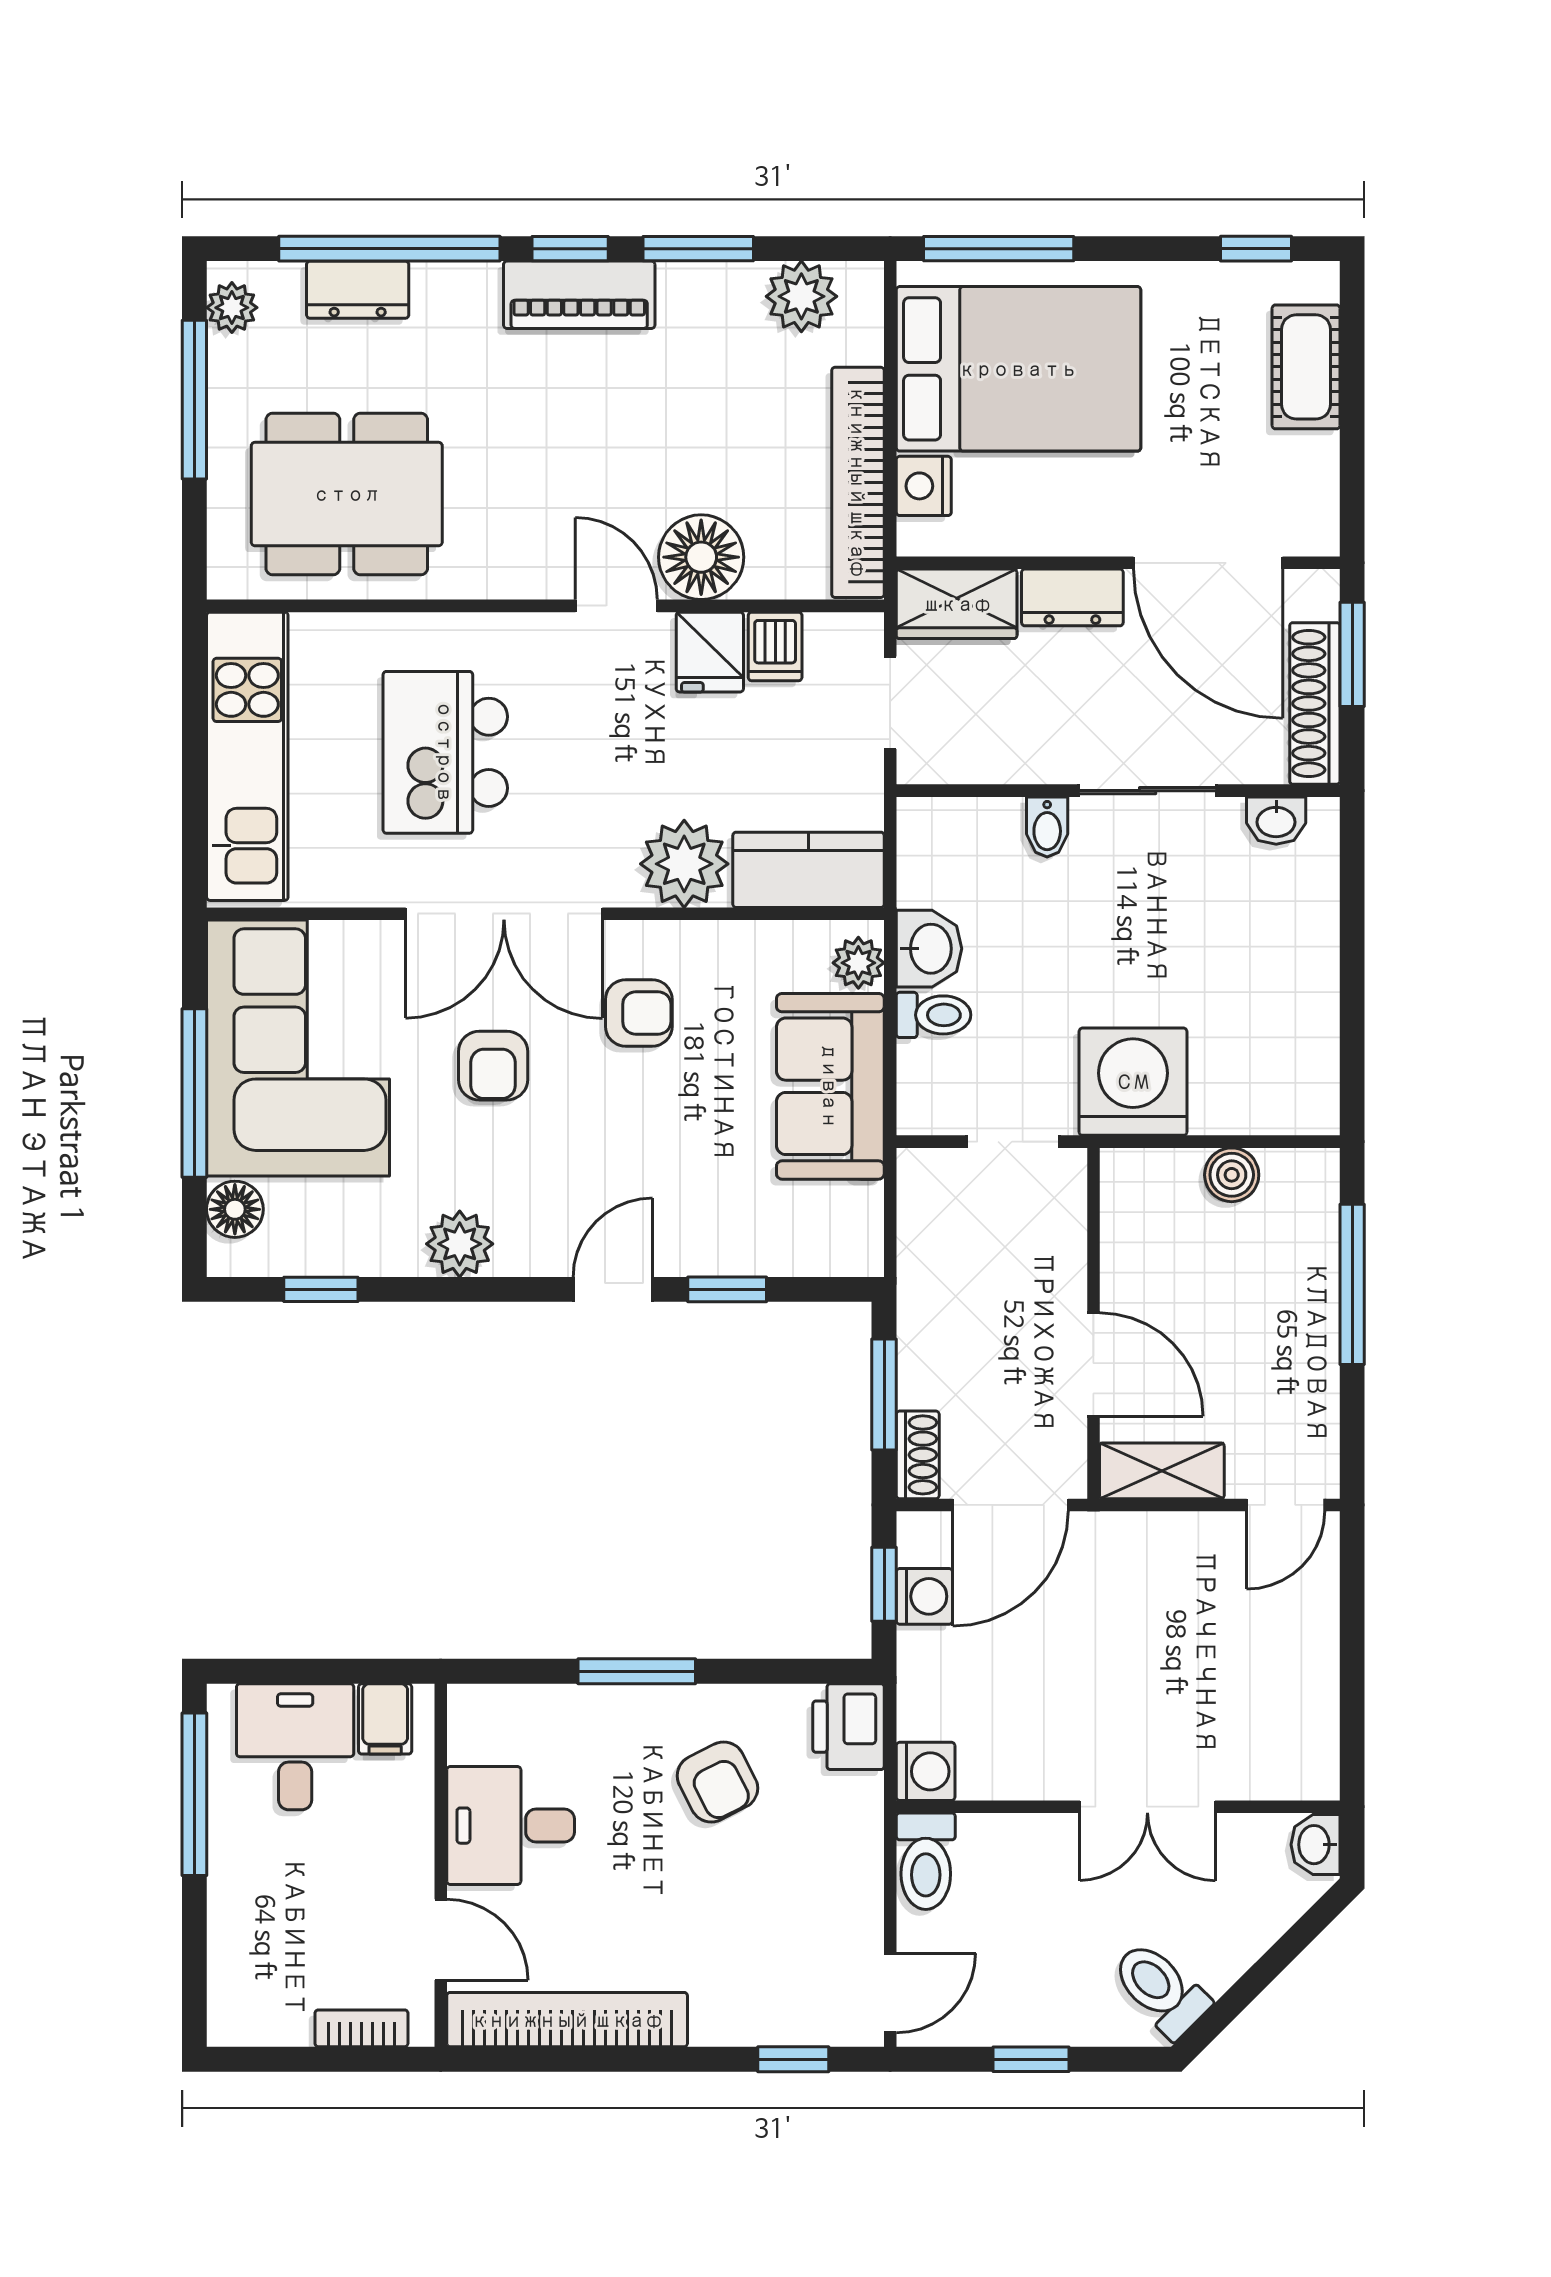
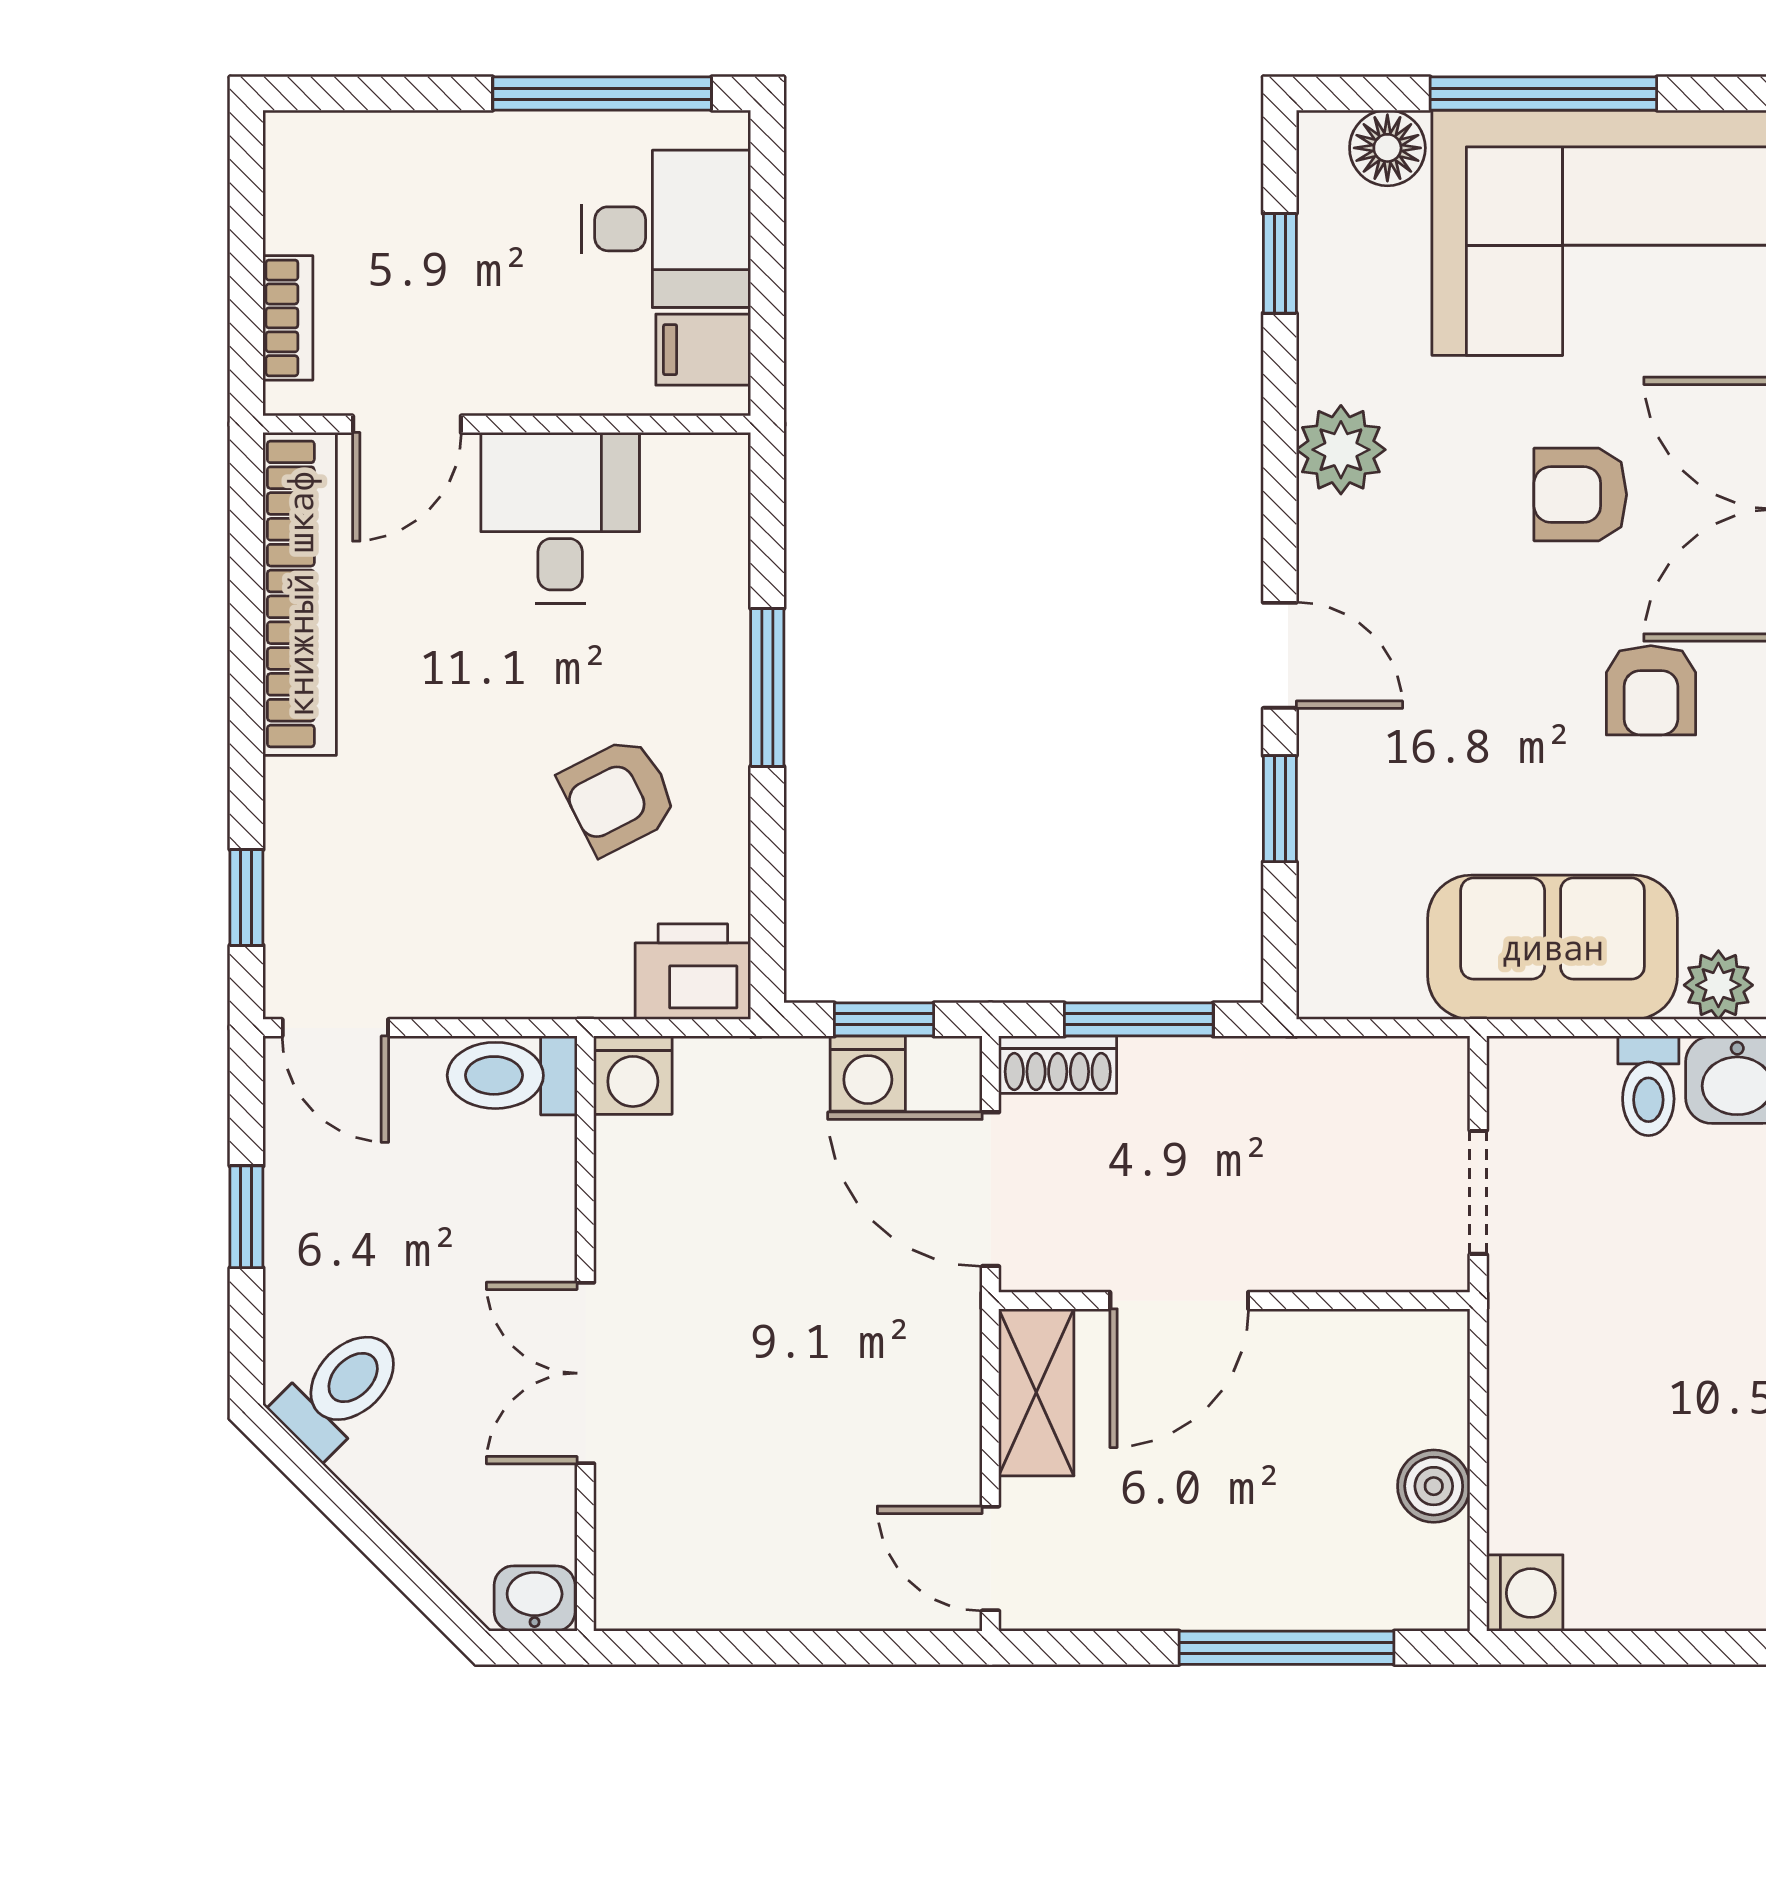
washing machine: (1133, 1082) -> (1525, 1593), moved, width x0.53, depth x0.53

